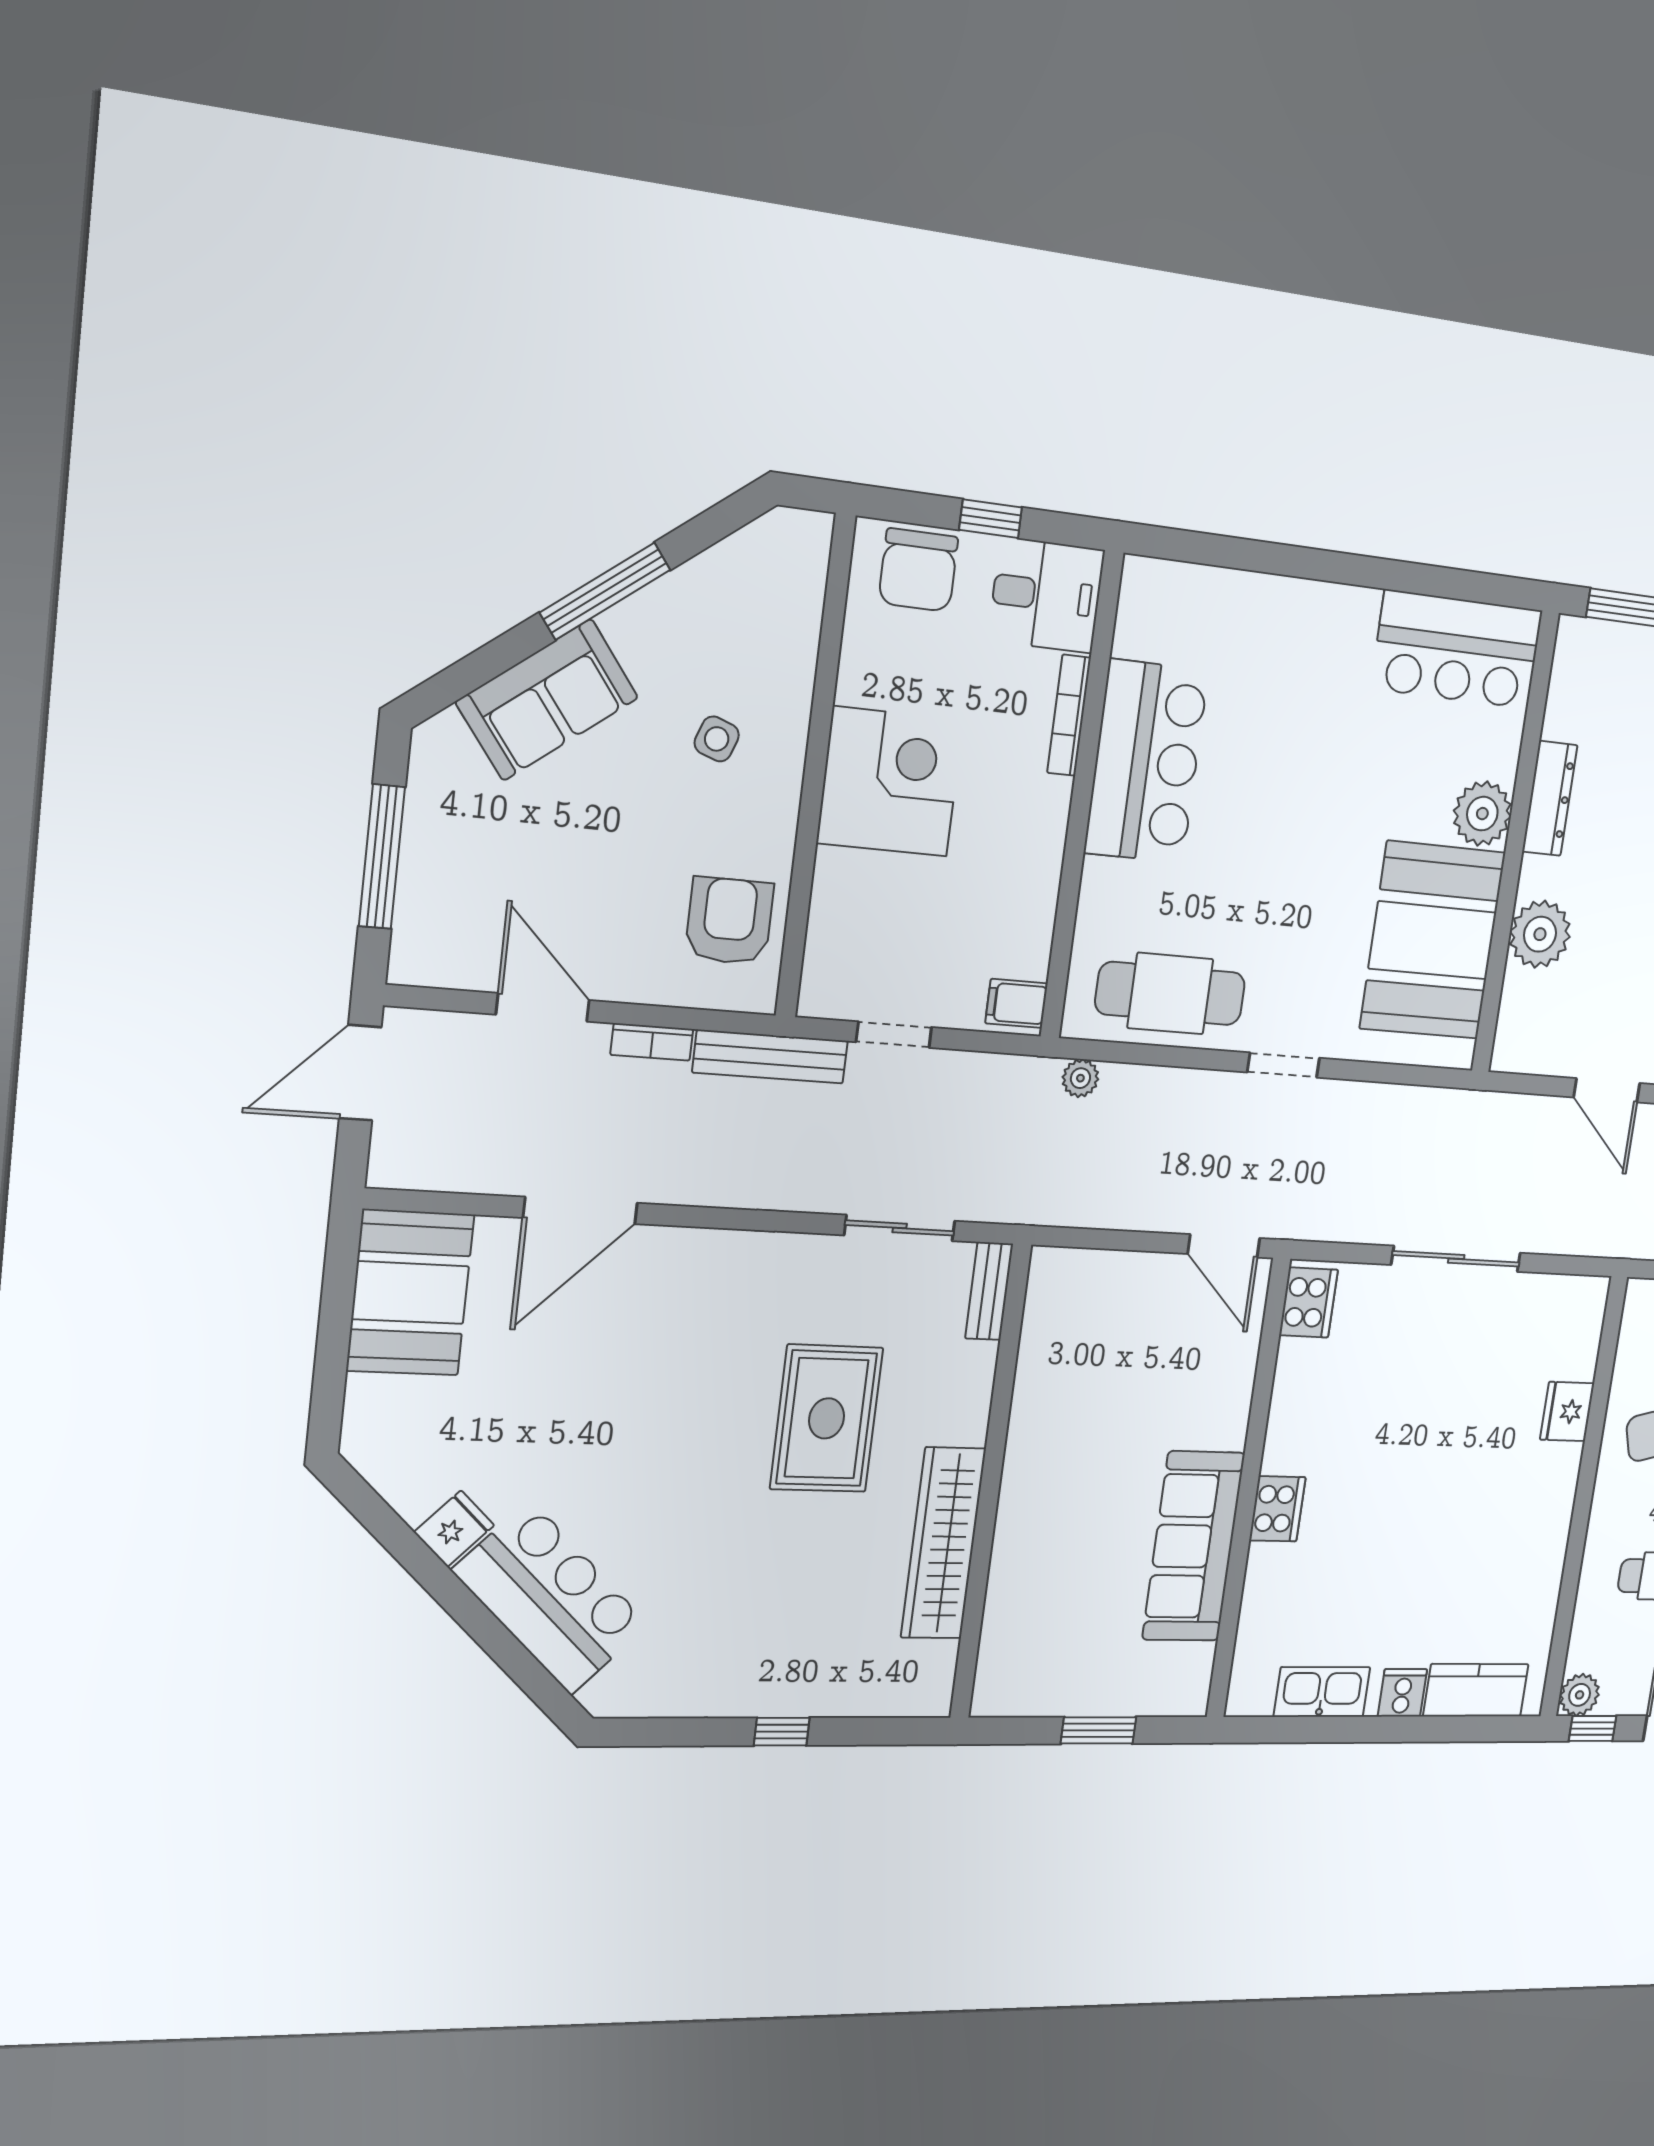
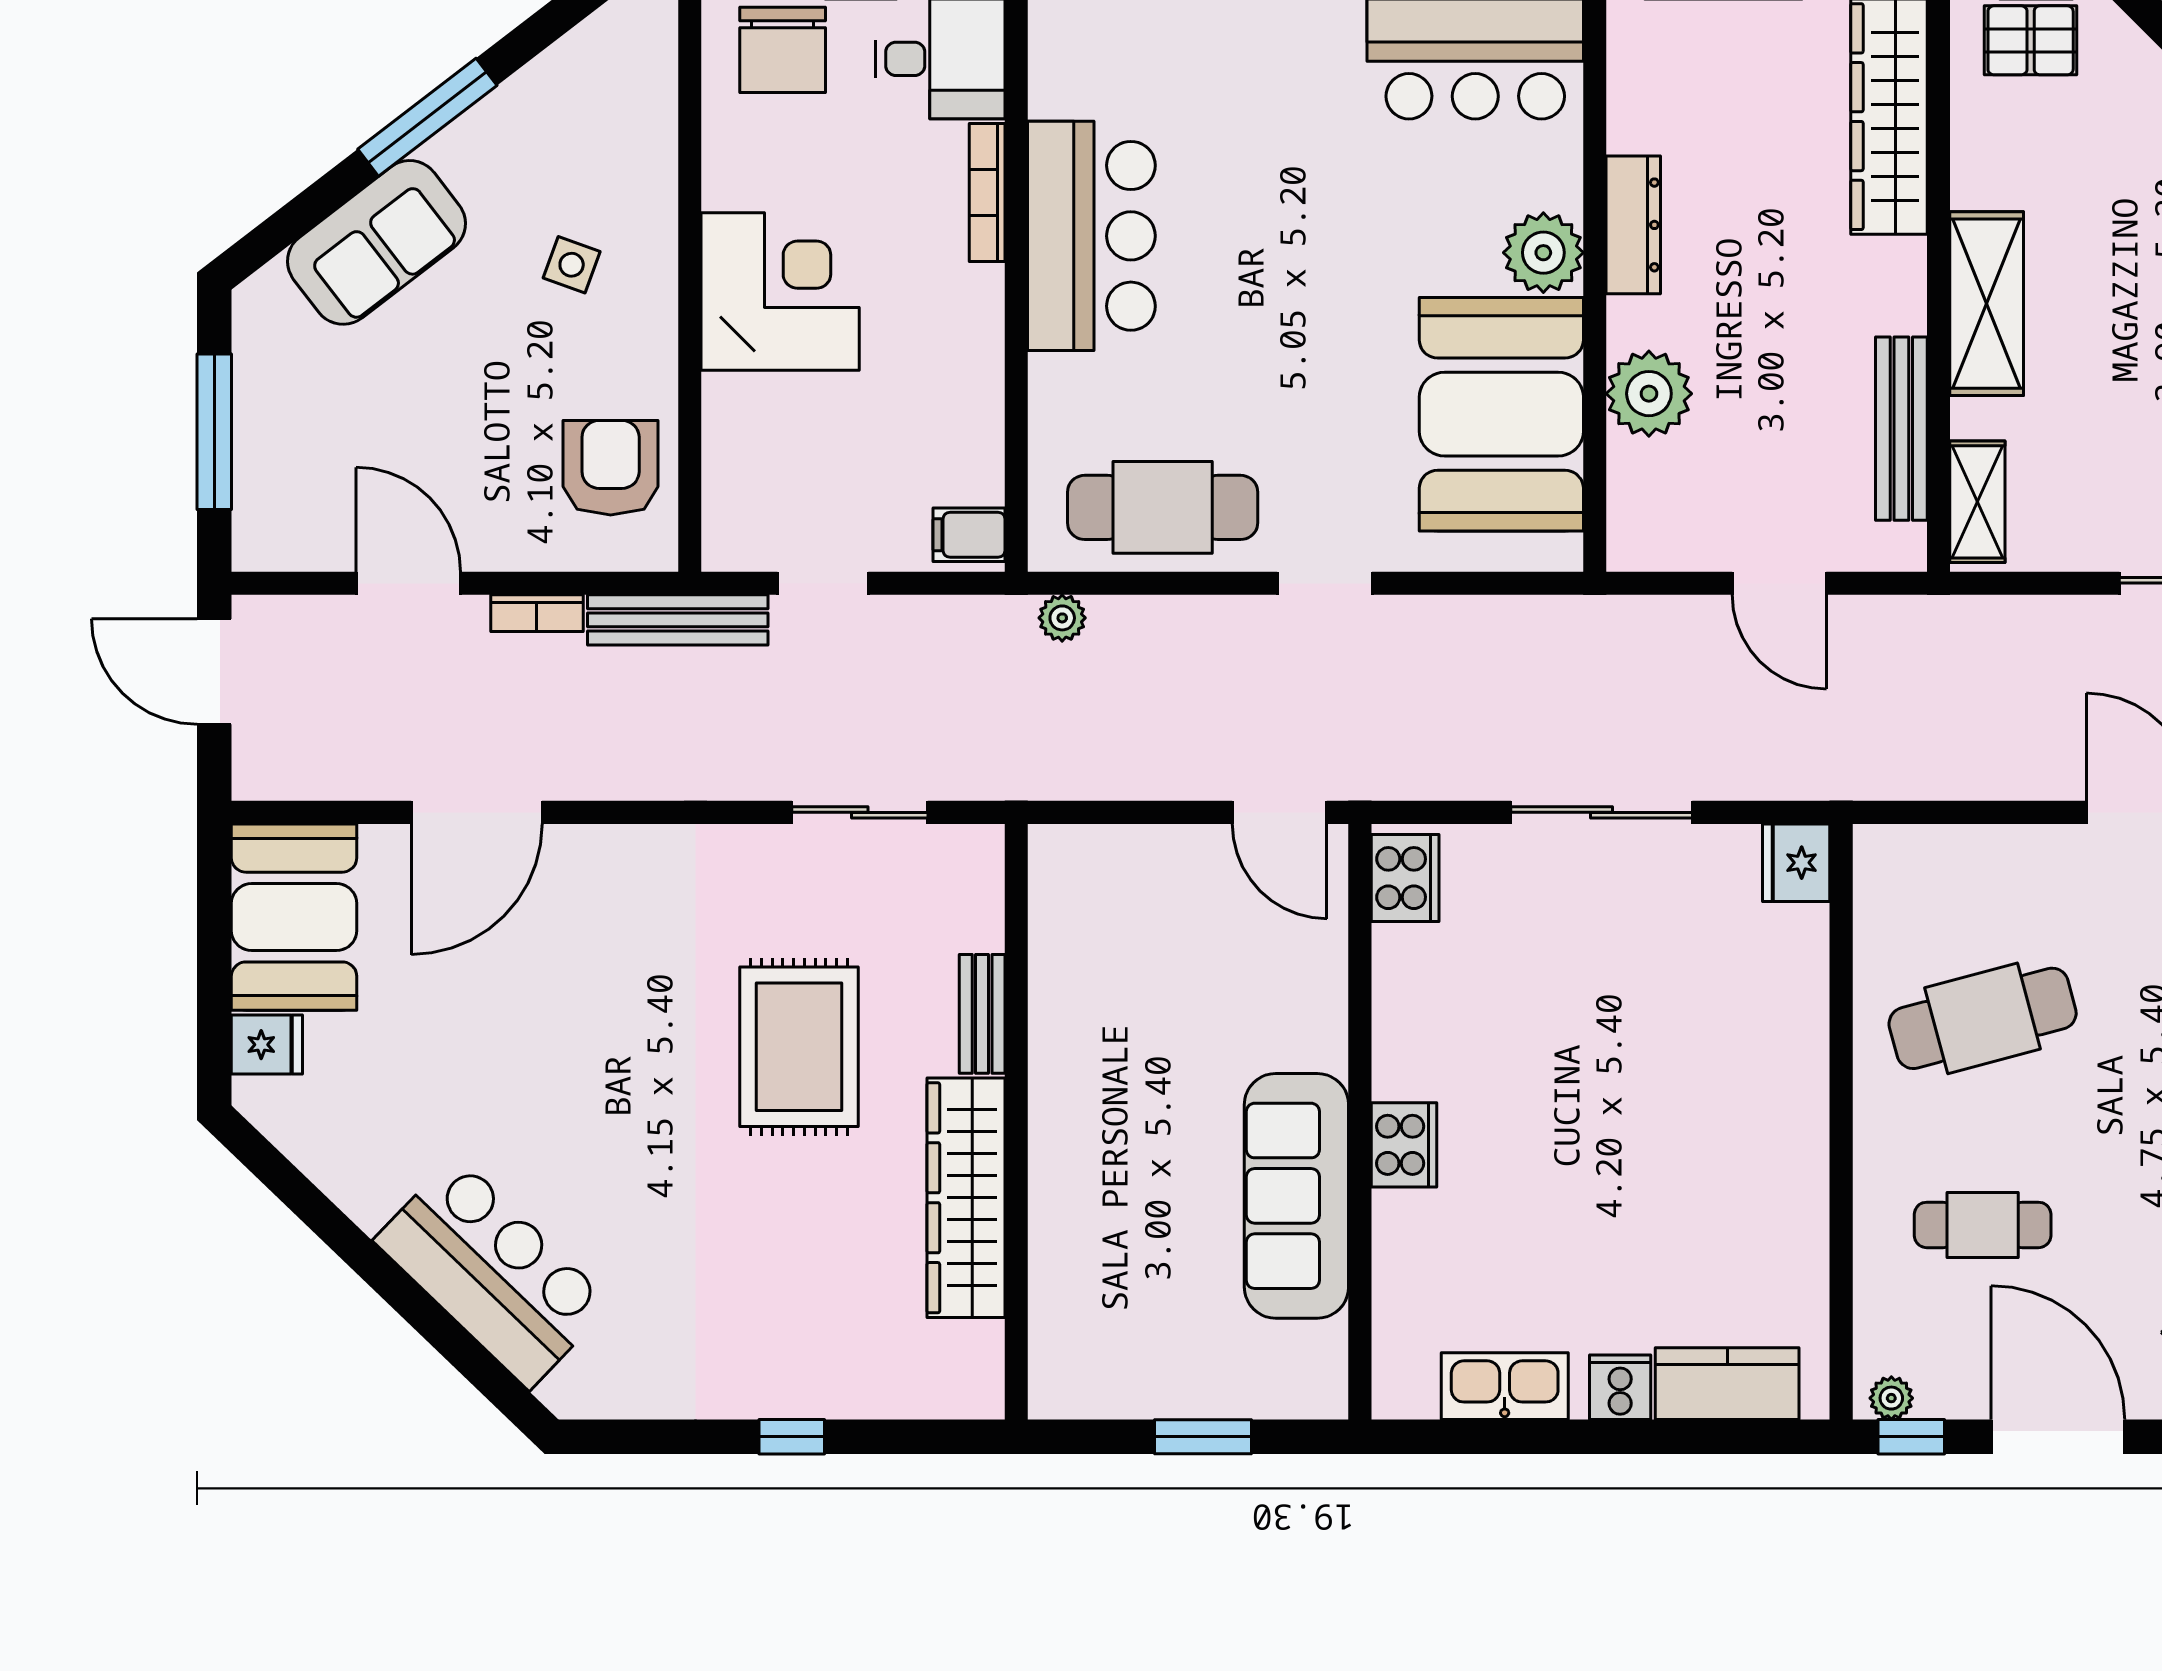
door: (360, 1073) -> (214, 672), hinge flipped
bench: (989, 1291) -> (982, 1014), moved
fridge: (1567, 1411) -> (1796, 863), moved
fridge: (454, 1529) -> (267, 1045), moved, turned 46
plant: (1580, 1695) -> (1891, 1398), width x0.73, depth x0.73

